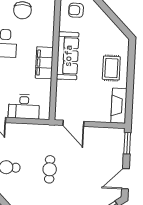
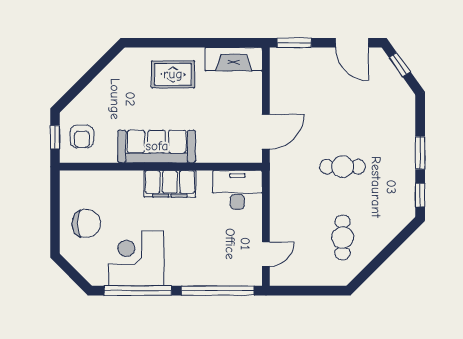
desk: (24, 107) -> (237, 190), moved, turned -90

